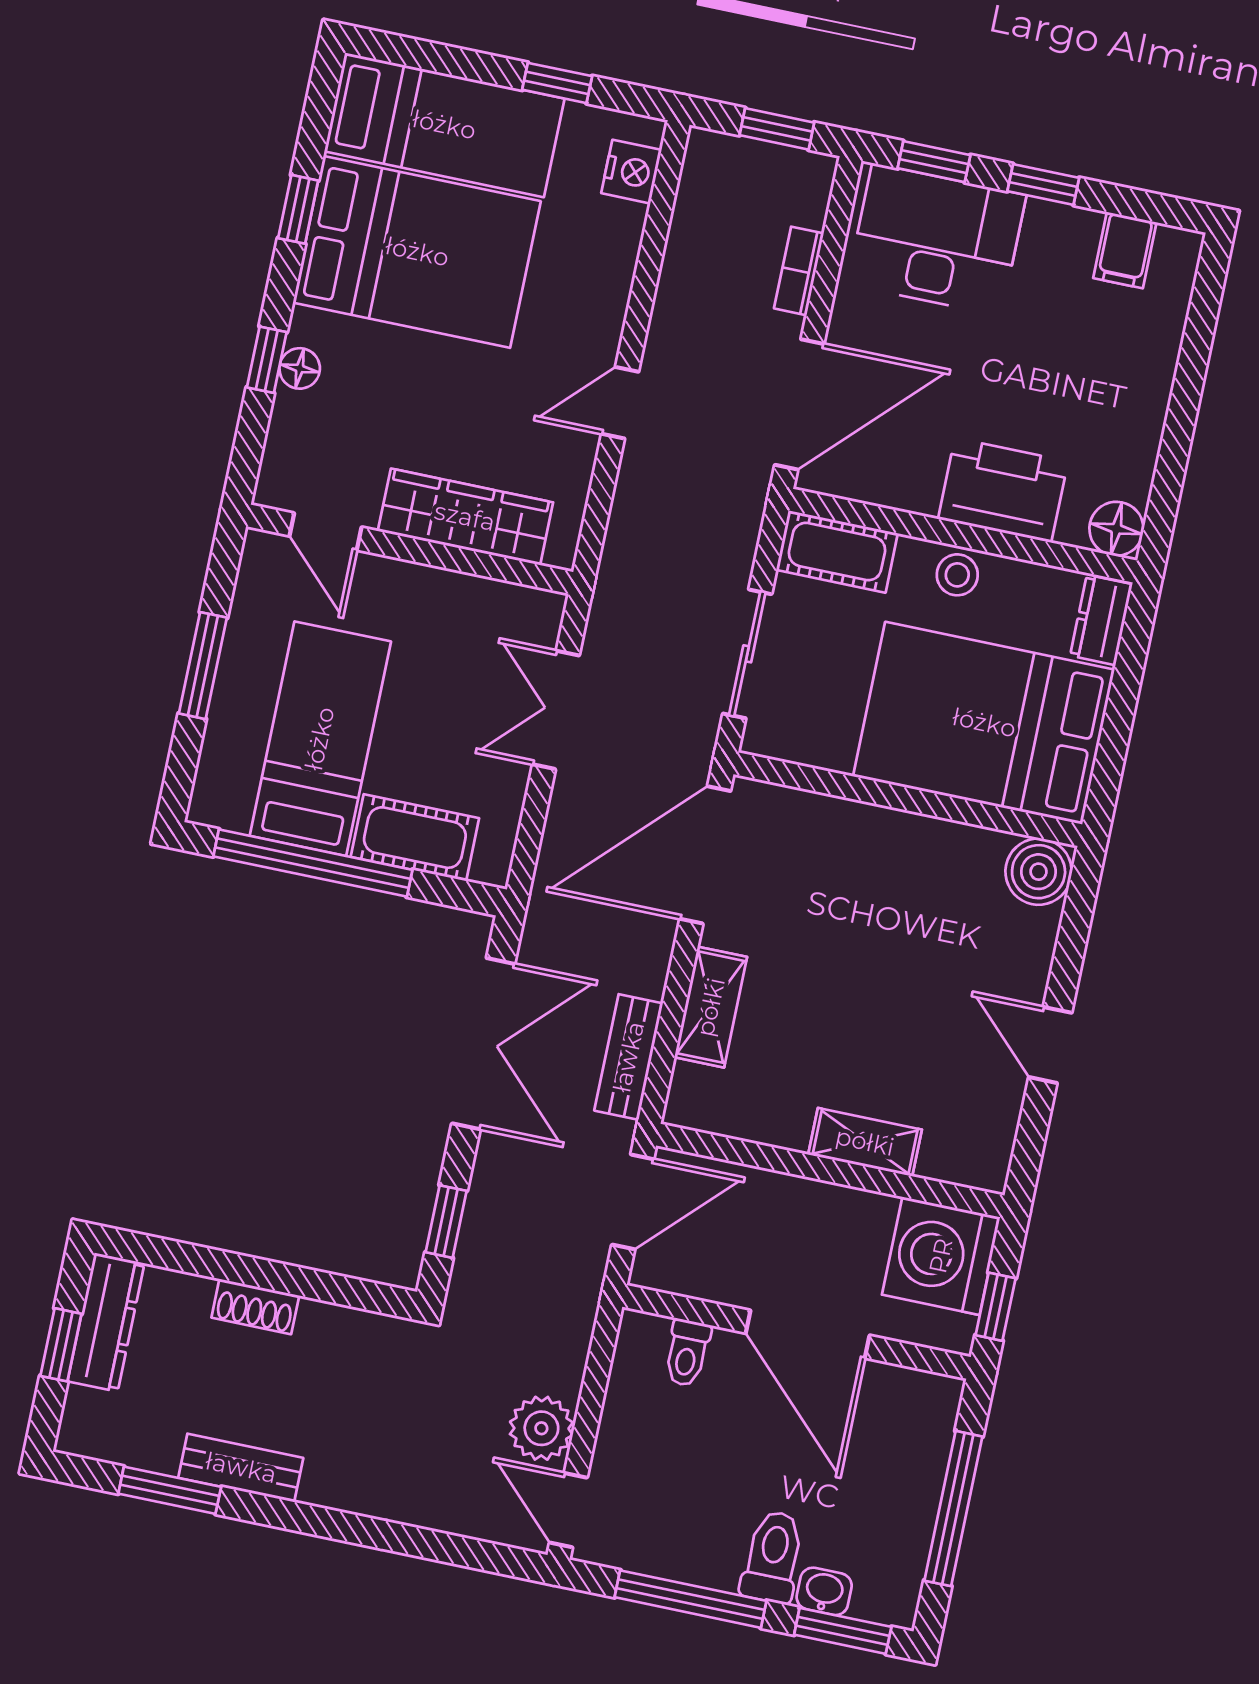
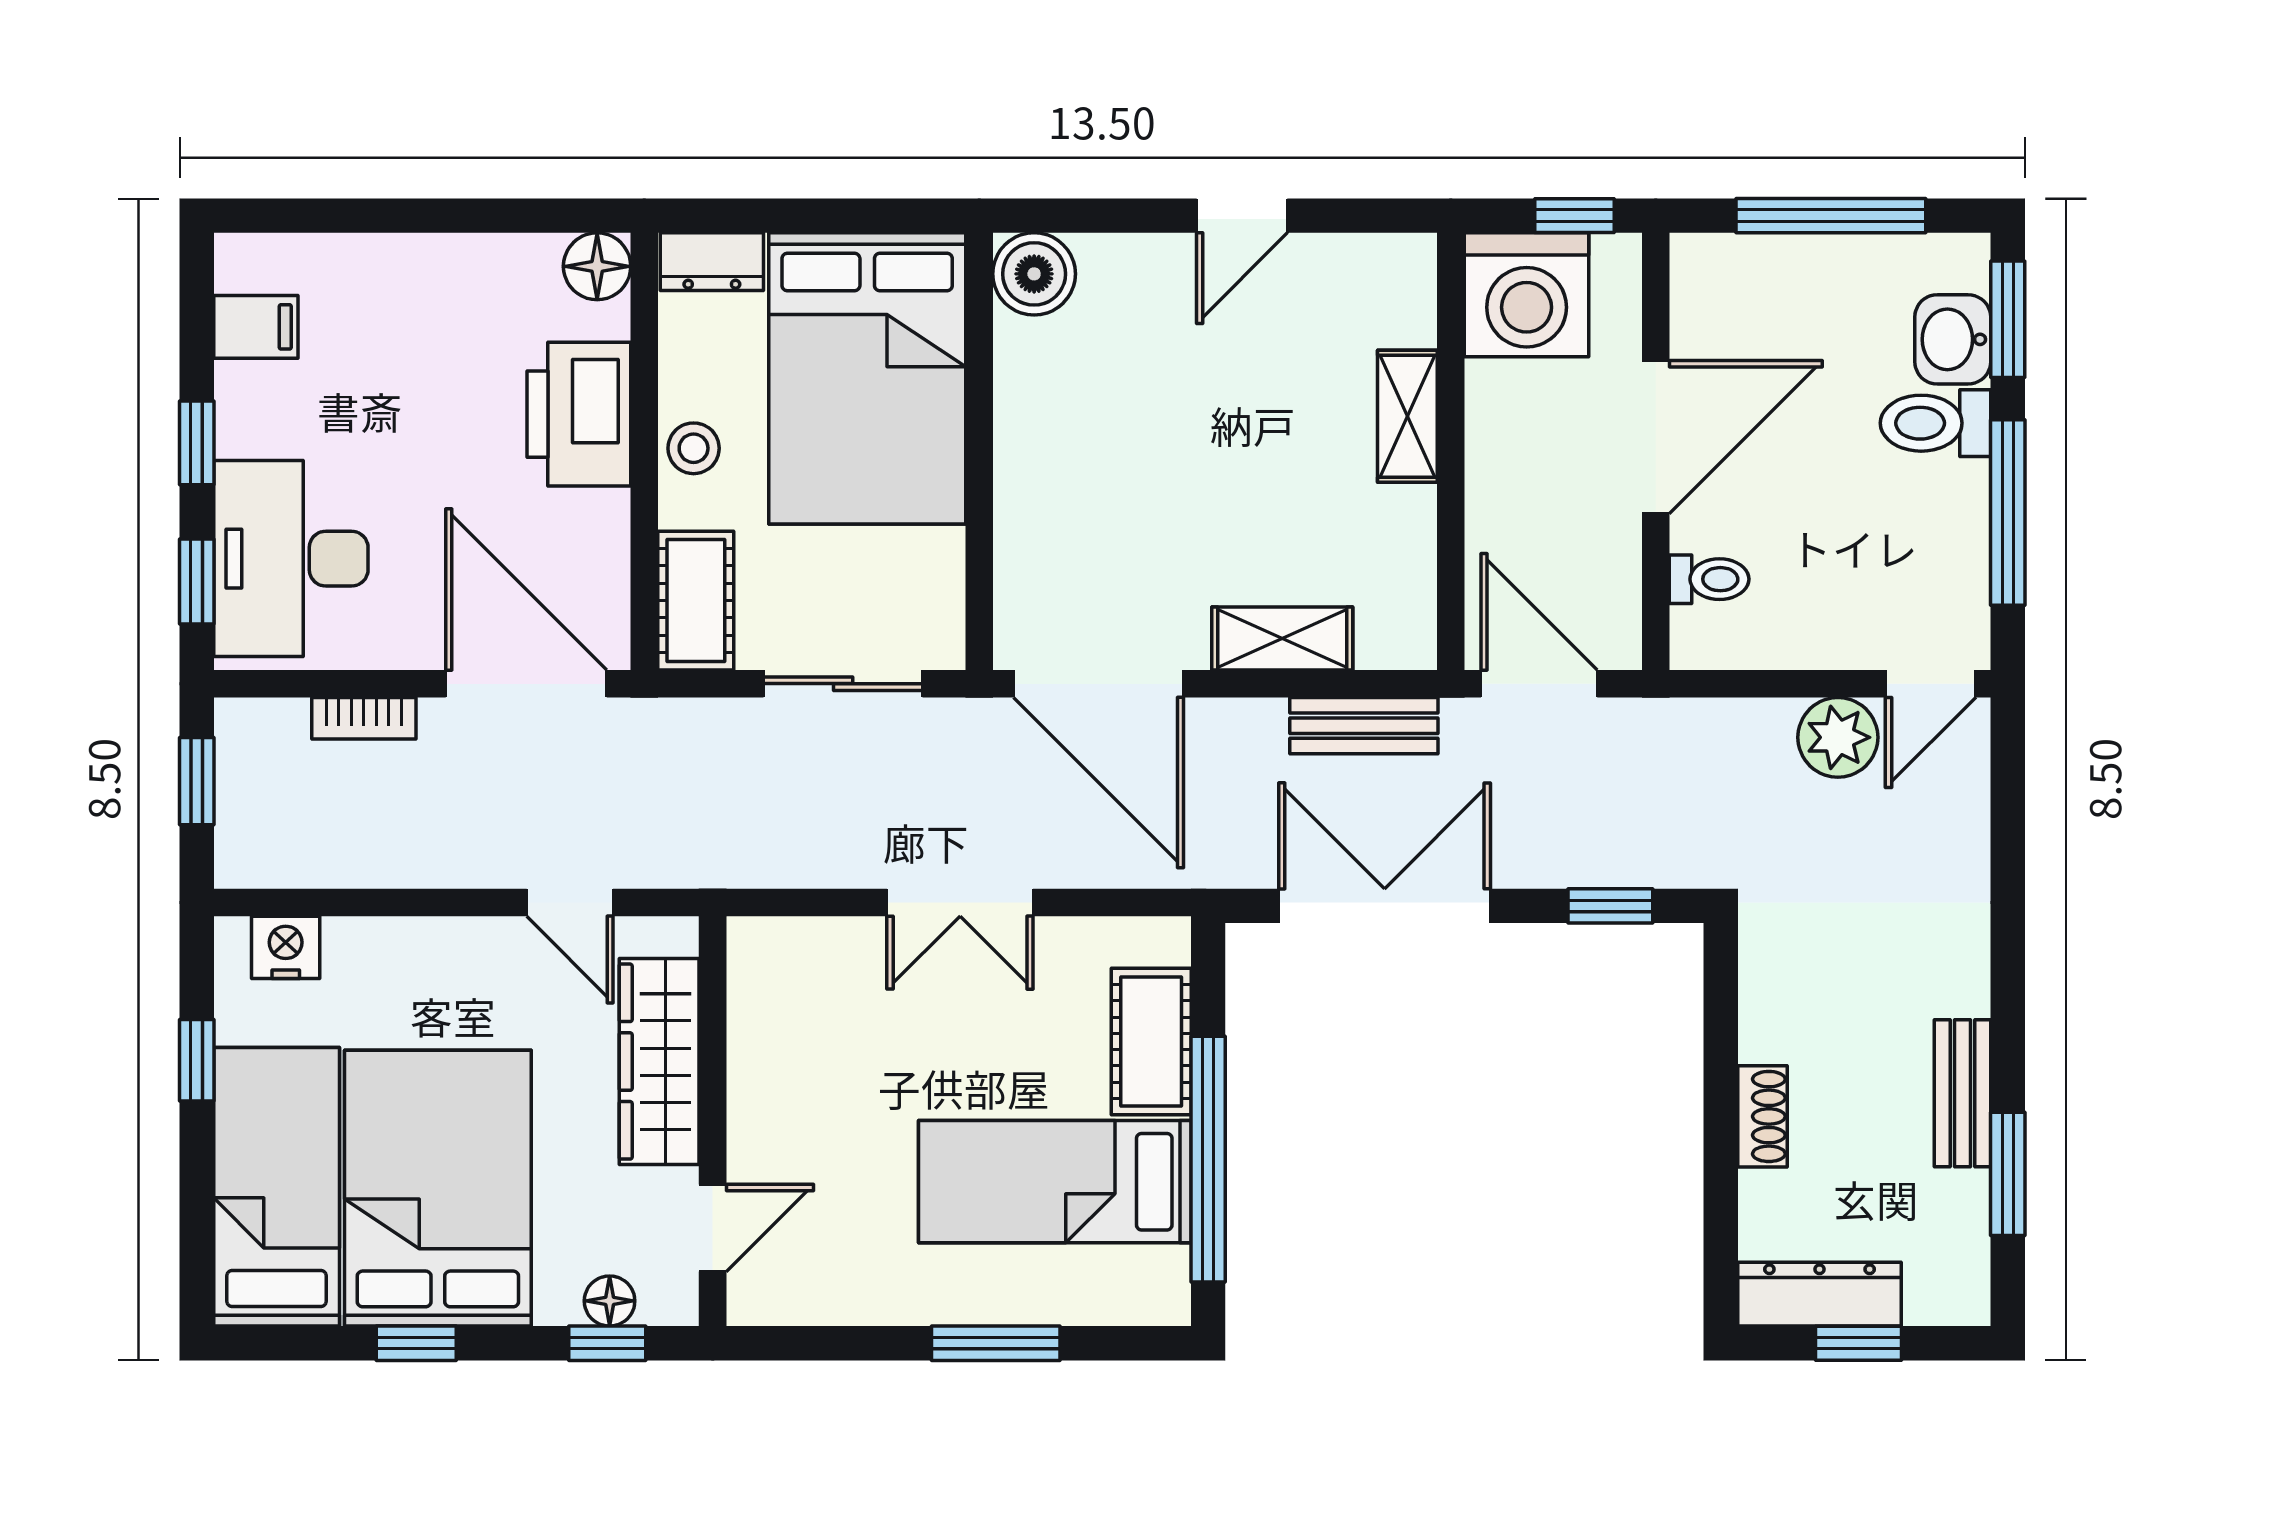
wardrobe: (465, 517) -> (659, 1062), moved
door: (325, 532) -> (713, 1228), moved
wall: (410, 549) -> (713, 1121), moved
washbasin: (824, 1591) -> (1953, 339), width x1.38, depth x1.45

